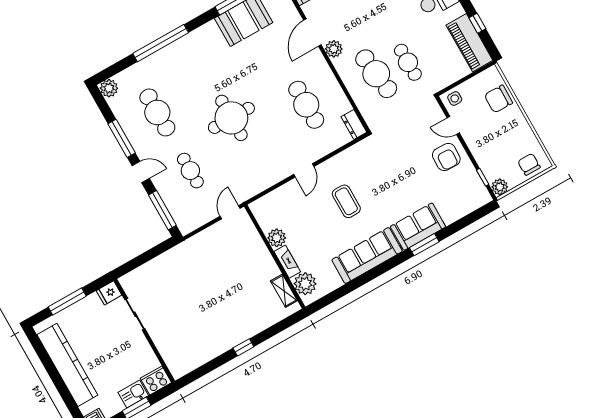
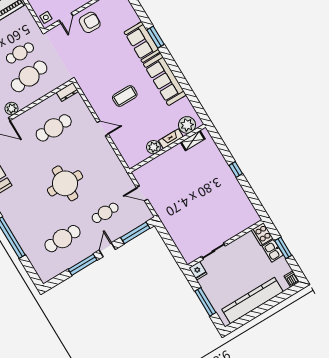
plant: (109, 88) -> (45, 275), removed
door: (230, 212) -> (142, 193), moved

